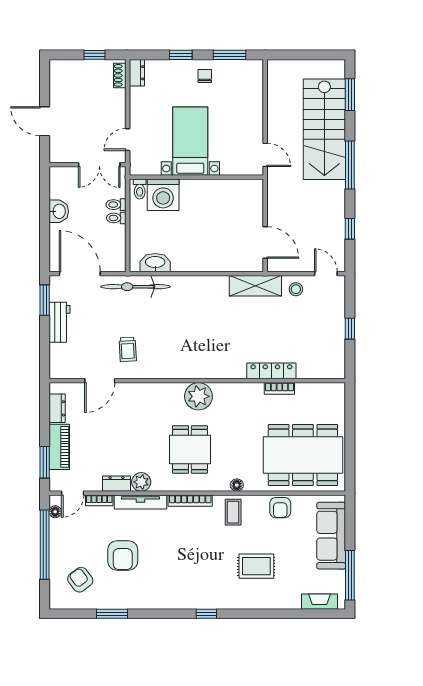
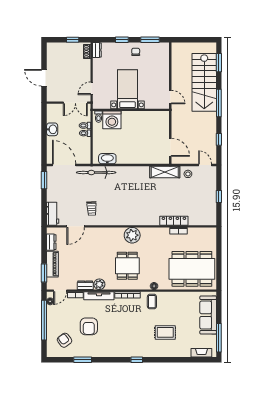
workbench: (59, 322) -> (53, 214), moved
armchair: (280, 508) -> (179, 299), removed

